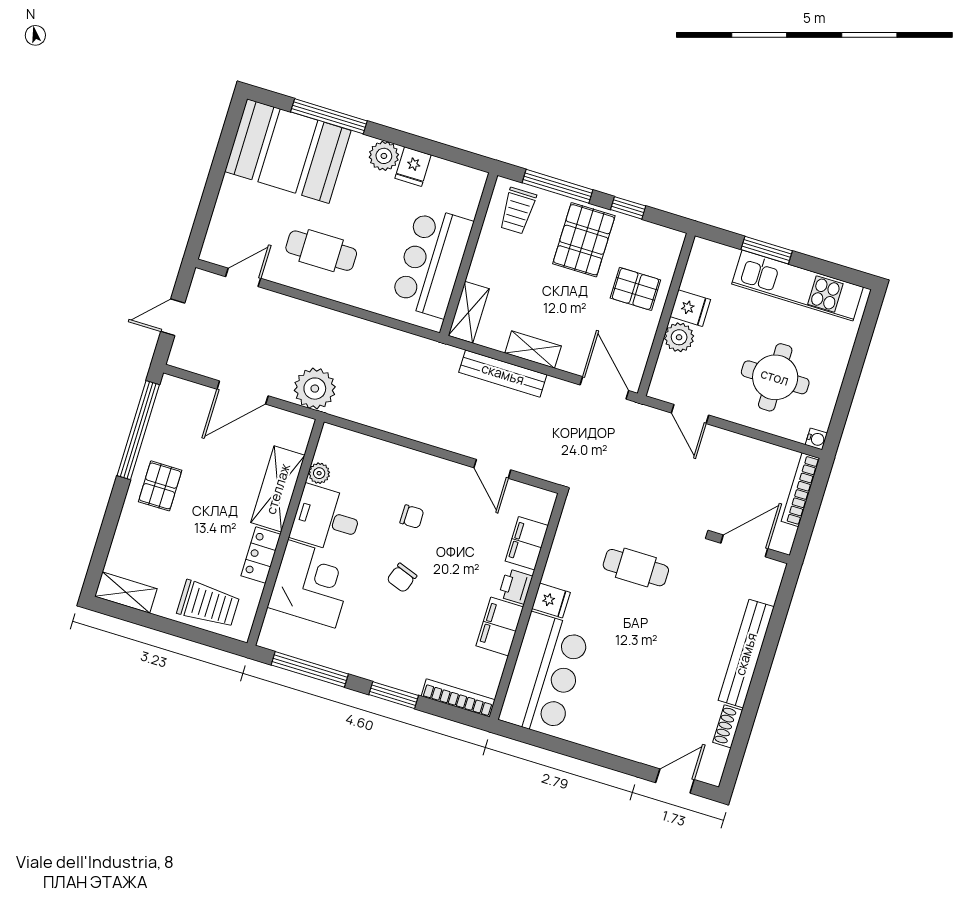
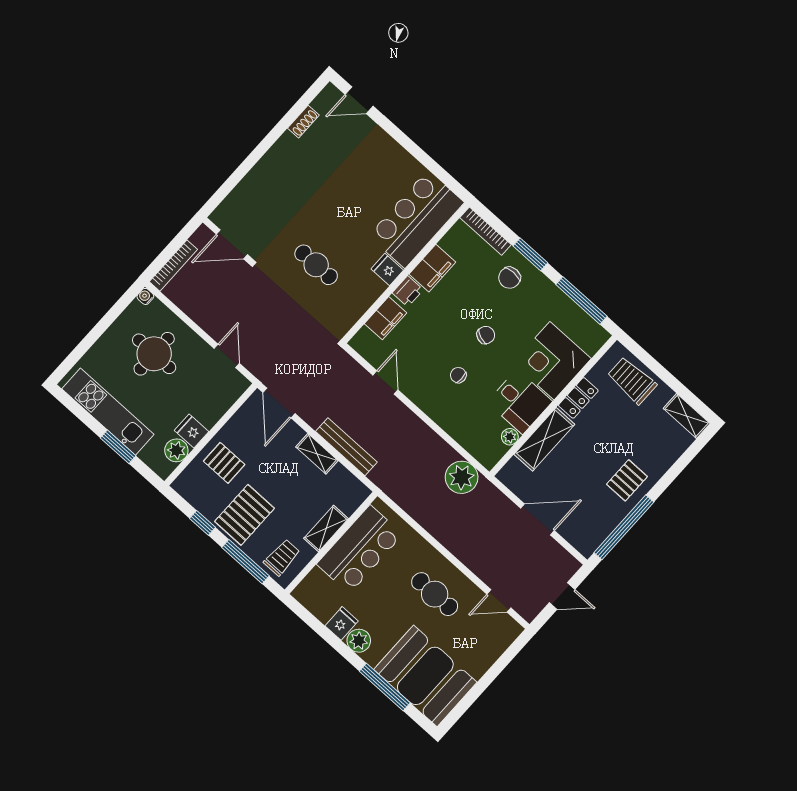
shelving: (469, 312) -> (326, 529), moved
plant: (679, 337) -> (176, 450), moved
plant: (315, 389) -> (462, 477), moved
bench: (746, 654) -> (266, 167), removed
chair: (405, 657) -> (509, 278), added

